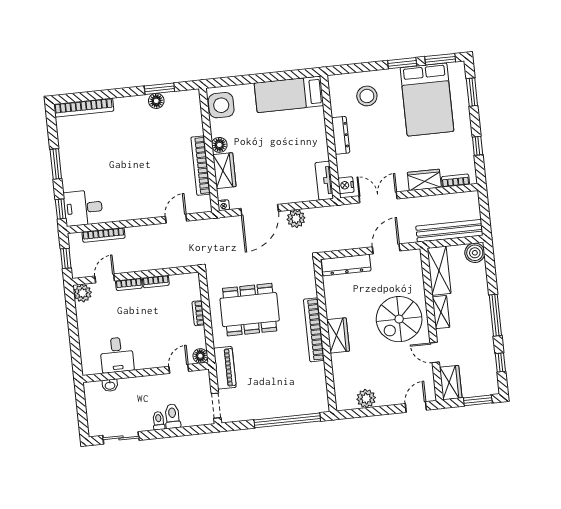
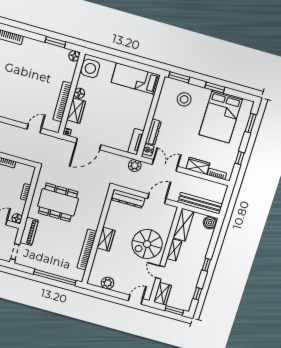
window: (440, 59) -> (179, 77), moved
floor lamp: (156, 101) -> (74, 56), moved
dresser: (341, 135) -> (153, 132), moved
plant: (296, 219) -> (135, 165), moved
window: (495, 315) -> (206, 265), width x0.46
bookcase: (314, 330) -> (87, 250), moved

